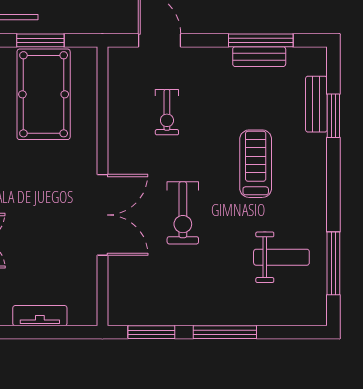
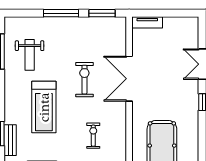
treadmill: (256, 164) -> (44, 107), width x1.37, depth x1.38
weight bench: (281, 257) -> (30, 55), turned -90
tv unit: (40, 316) -> (147, 22), moved

